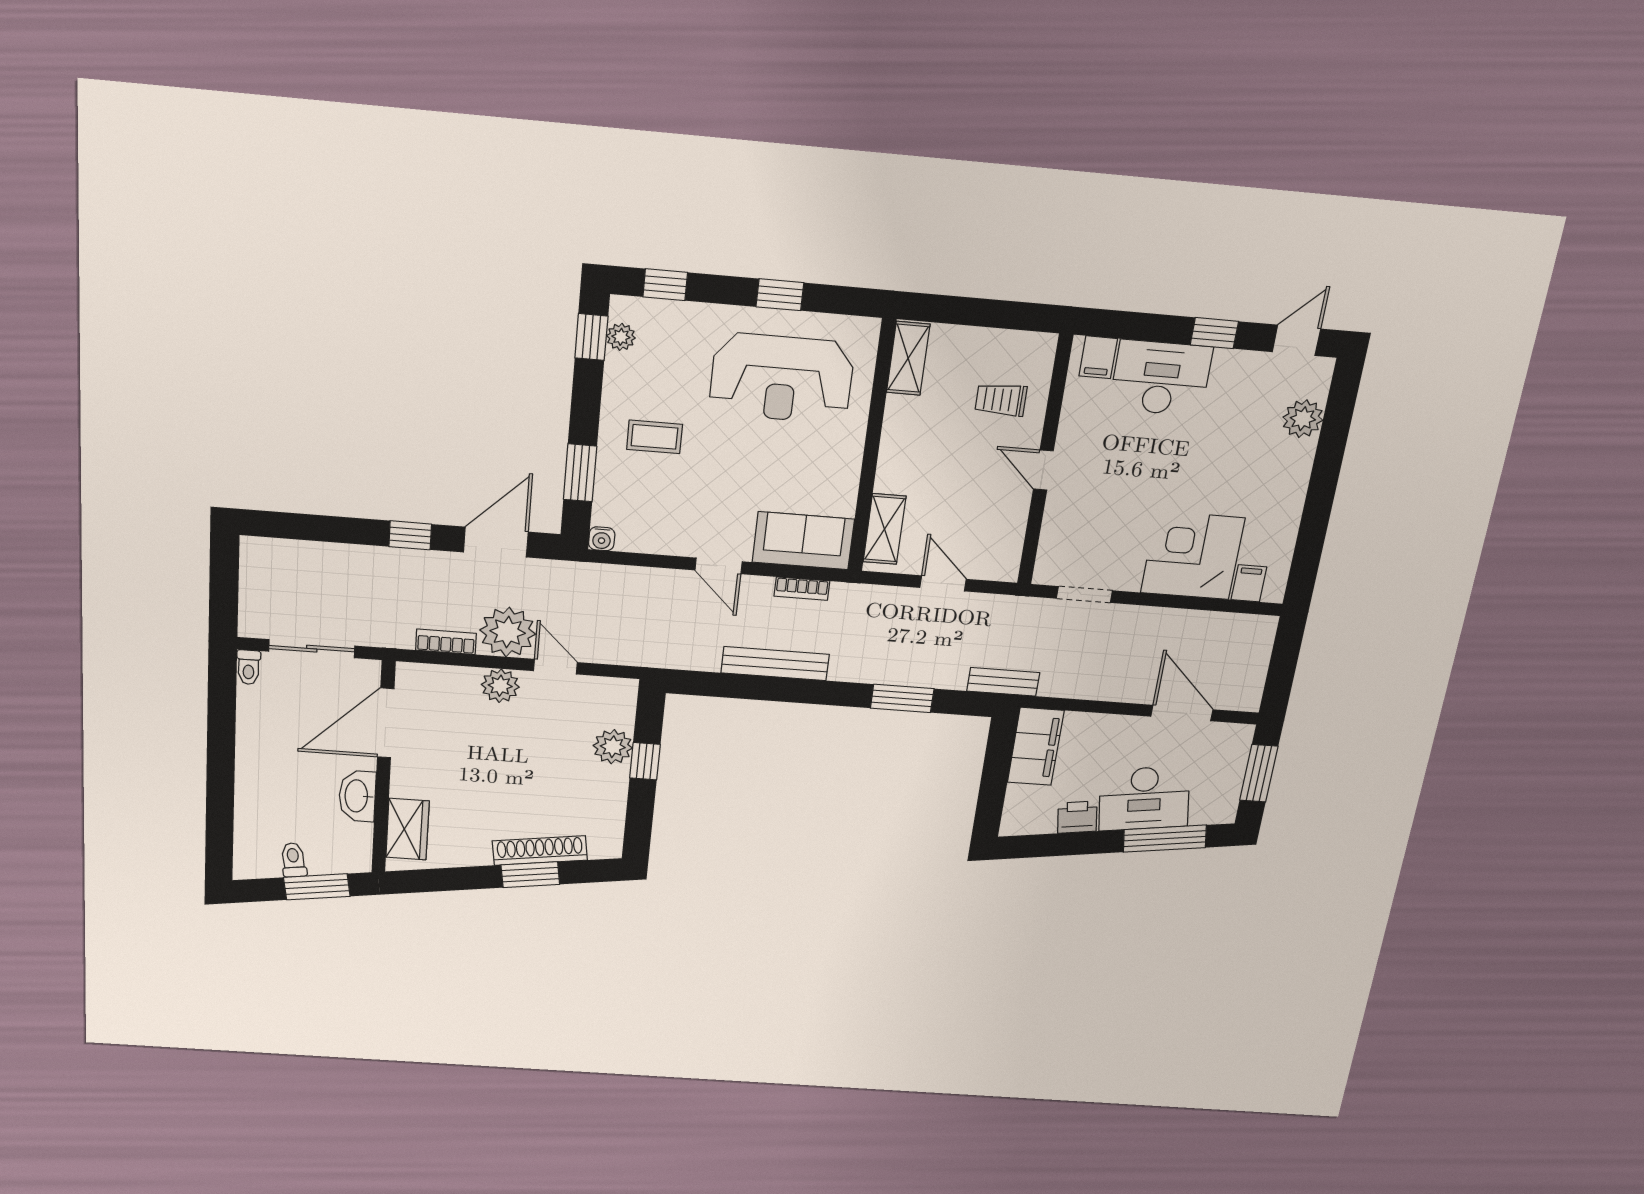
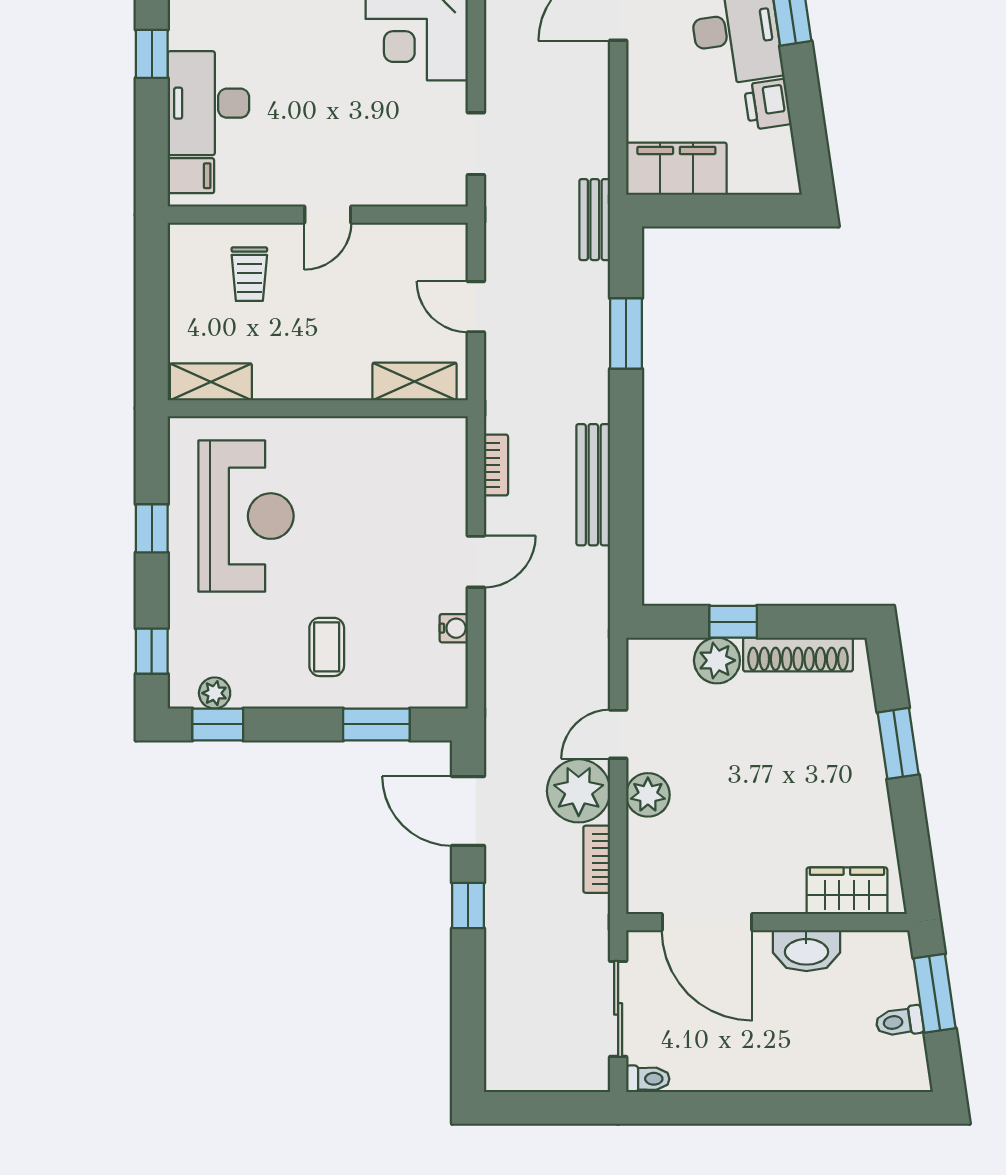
water cooler: (602, 539) -> (454, 628), moved
sofa: (803, 541) -> (437, 470), removed
door: (943, 583) -> (476, 307), hinge flipped
shoe rack: (540, 850) -> (798, 654), moved, turned -82

